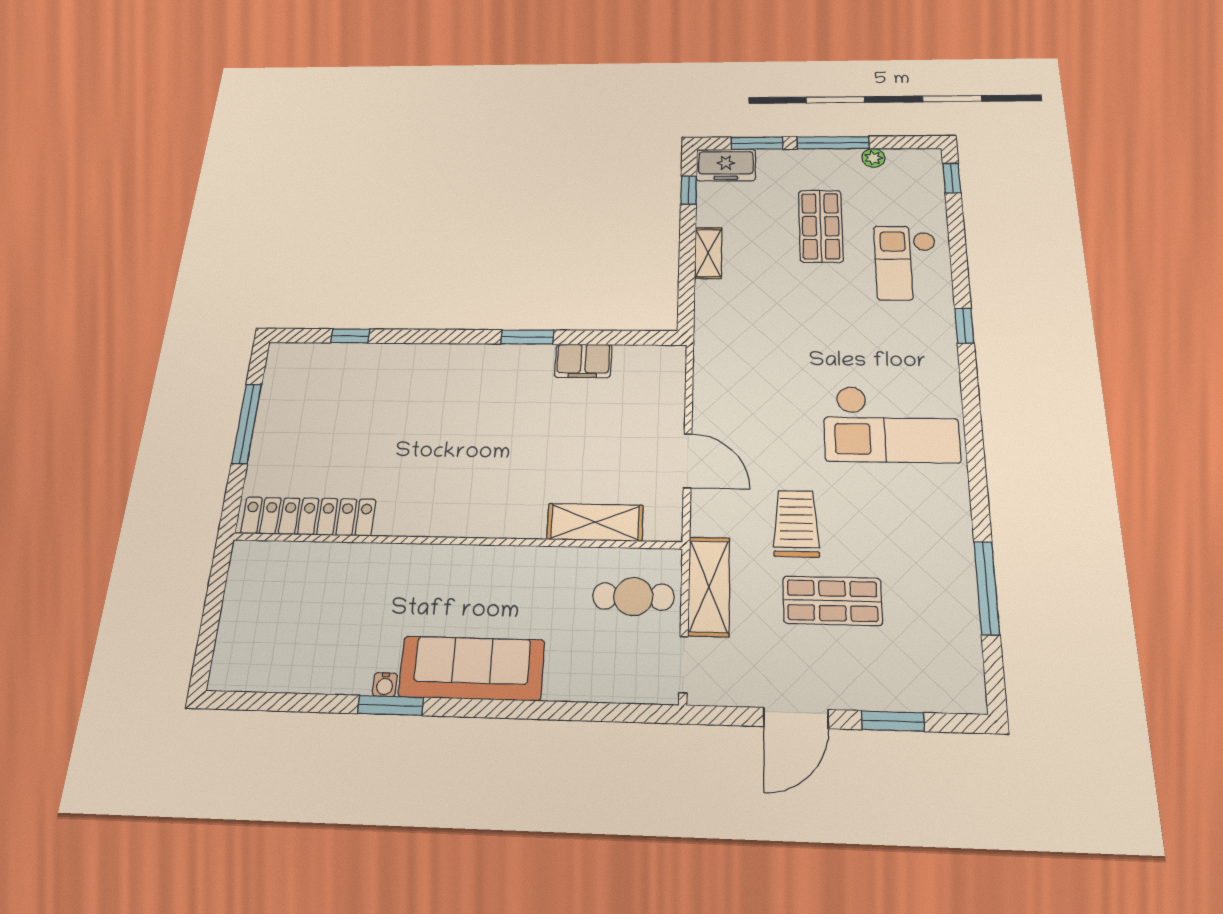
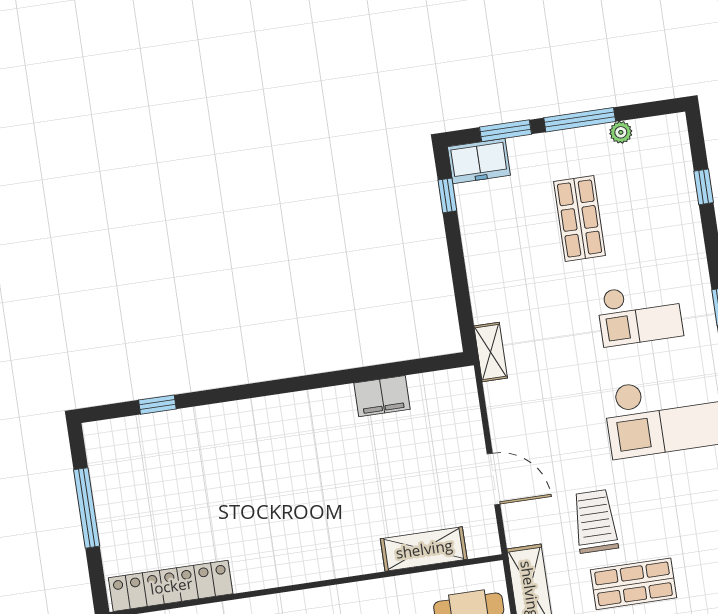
window: (952, 178) -> (704, 187), moved
shelving: (708, 253) -> (491, 352), moved
checkout: (906, 263) -> (640, 314), moved, turned -90
window: (527, 337) -> (325, 380), removed

